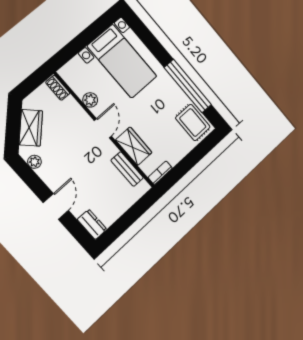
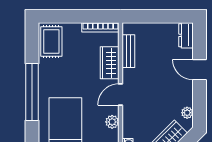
window: (188, 86) -> (32, 92), moved
bookcase: (160, 173) -> (100, 27), width x1.56
door: (56, 207) -> (200, 70), hinge flipped

